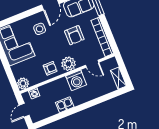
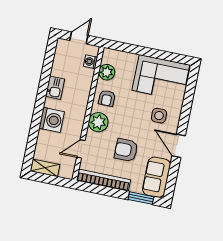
washing machine: (76, 80) -> (52, 120), moved, turned 180
plant: (23, 83) -> (107, 72), moved
door: (24, 110) -> (79, 38), hinge flipped

